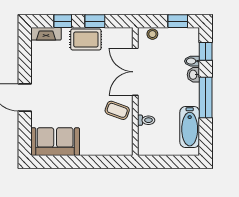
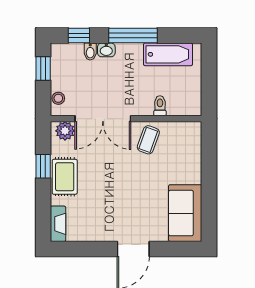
window: (63, 21) -> (43, 204), removed
plant: (125, 40) -> (65, 131), added

